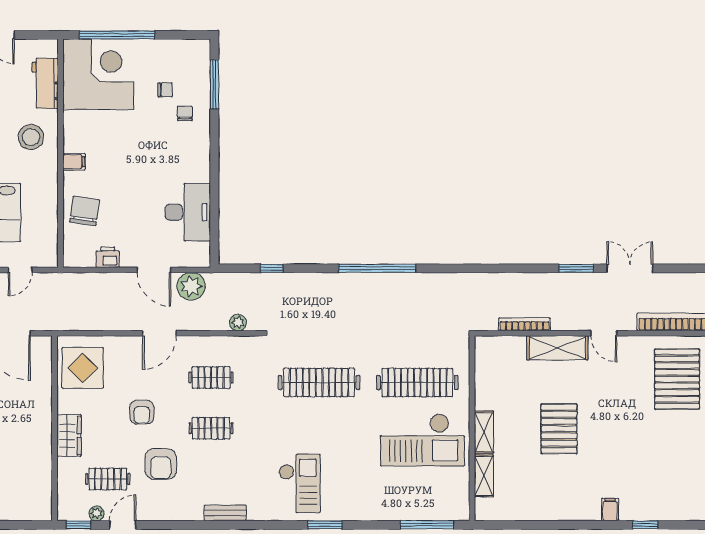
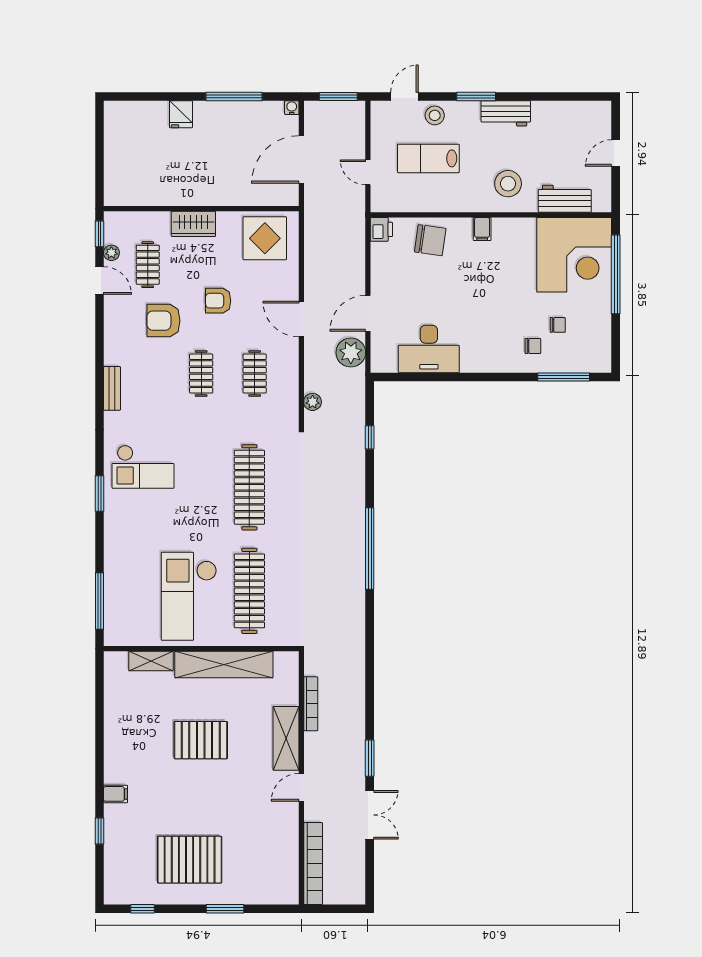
chair: (165, 90) -> (558, 325), turned -90
printer: (108, 257) -> (381, 229), moved
pallet: (677, 379) -> (190, 860), moved
shelving: (484, 432) -> (224, 664), width x2.20, depth x1.33

